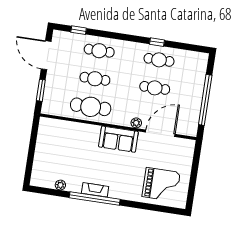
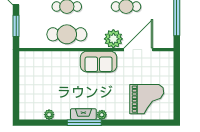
plant: (136, 123) -> (113, 39), width x1.88, depth x1.88
plant: (114, 193) -> (102, 115), added
window: (95, 199) -> (84, 123), width x0.68

